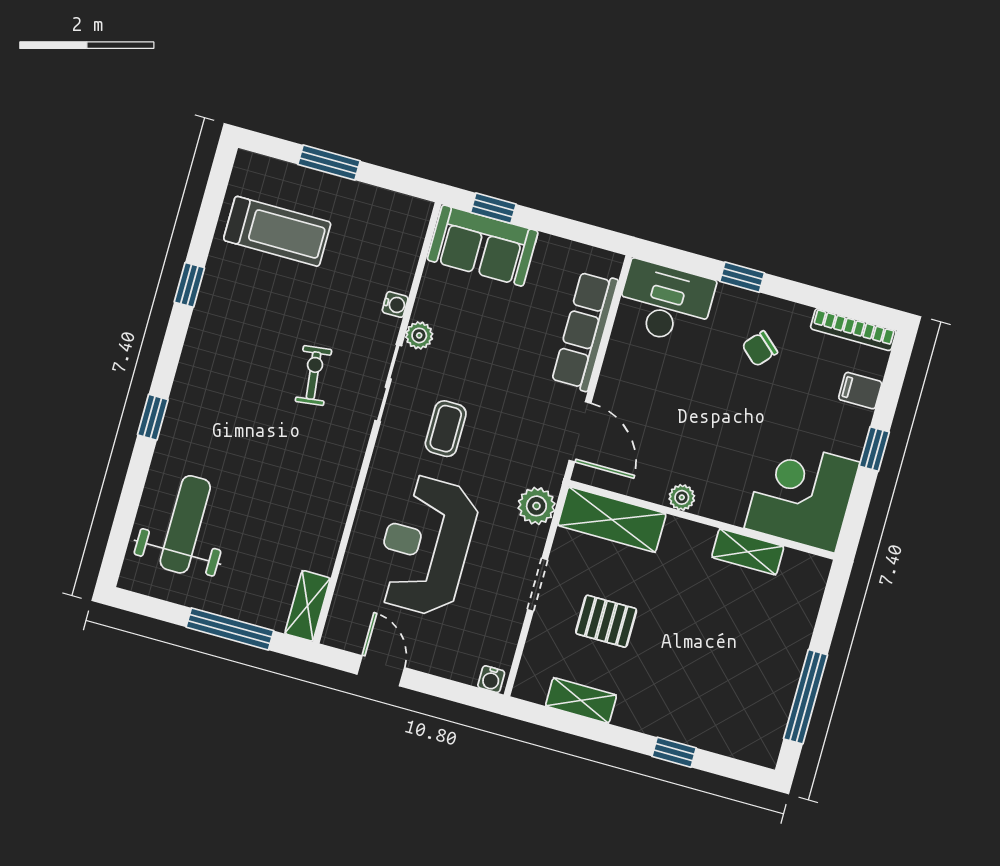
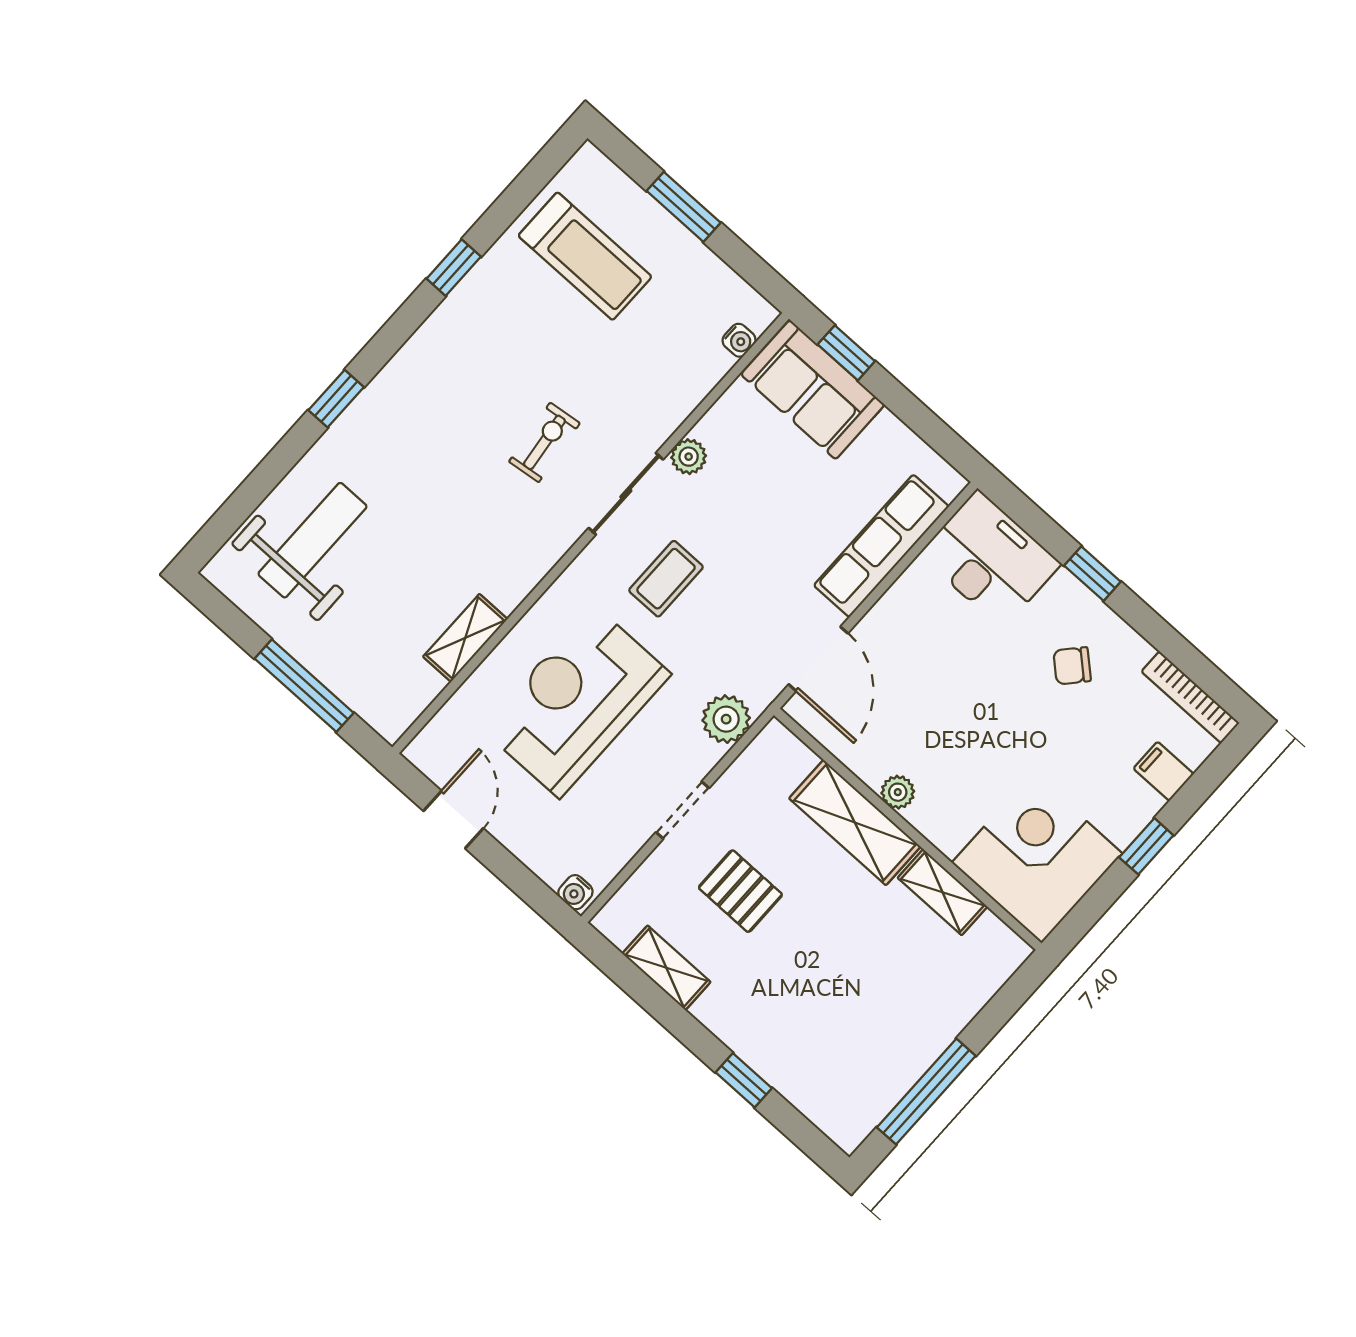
water cooler: (395, 304) -> (739, 340), moved
shelving: (612, 520) -> (855, 823), moved
shelving: (308, 606) -> (465, 638), moved

